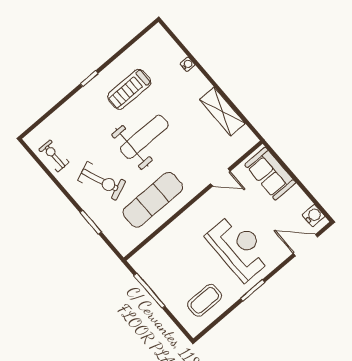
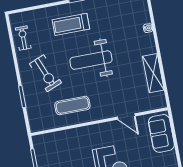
treadmill: (129, 89) -> (71, 24), moved
weight bench: (144, 137) -> (91, 60), turned 180
exercise mat: (153, 200) -> (72, 106), width x0.73, depth x0.69

